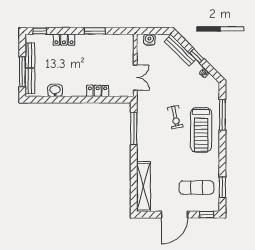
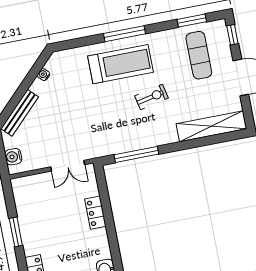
window: (197, 56) -> (23, 89), removed
double door: (135, 78) -> (68, 166), swing flipped
window: (222, 115) -> (125, 34), moved
exercise bike: (175, 117) -> (152, 97), moved

